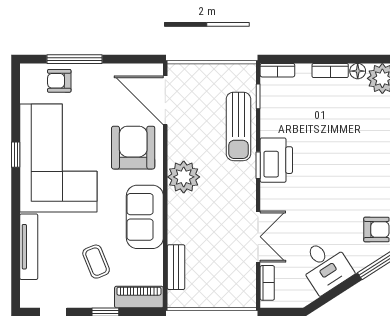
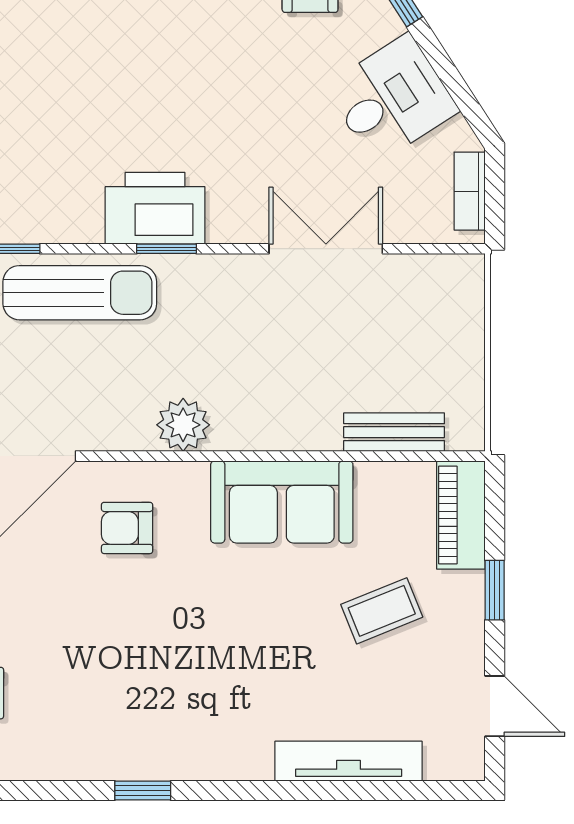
armchair: (133, 148) -> (127, 528), width x0.53, depth x0.53
corner sofa: (58, 158) -> (150, 695), removed
plant: (184, 177) -> (183, 425), width x0.73, depth x0.73
bookcase: (267, 283) -> (470, 191), moved, turned -90

